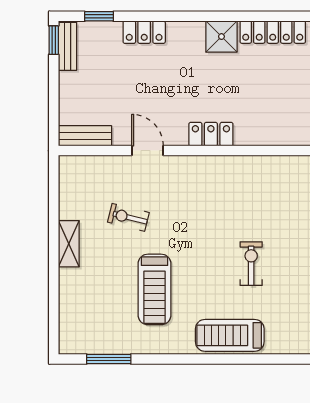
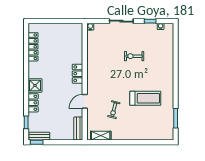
shower: (221, 37) -> (35, 85), moved
shelving: (69, 244) -> (101, 136), moved
treadmill: (230, 335) -> (165, 65), removed

